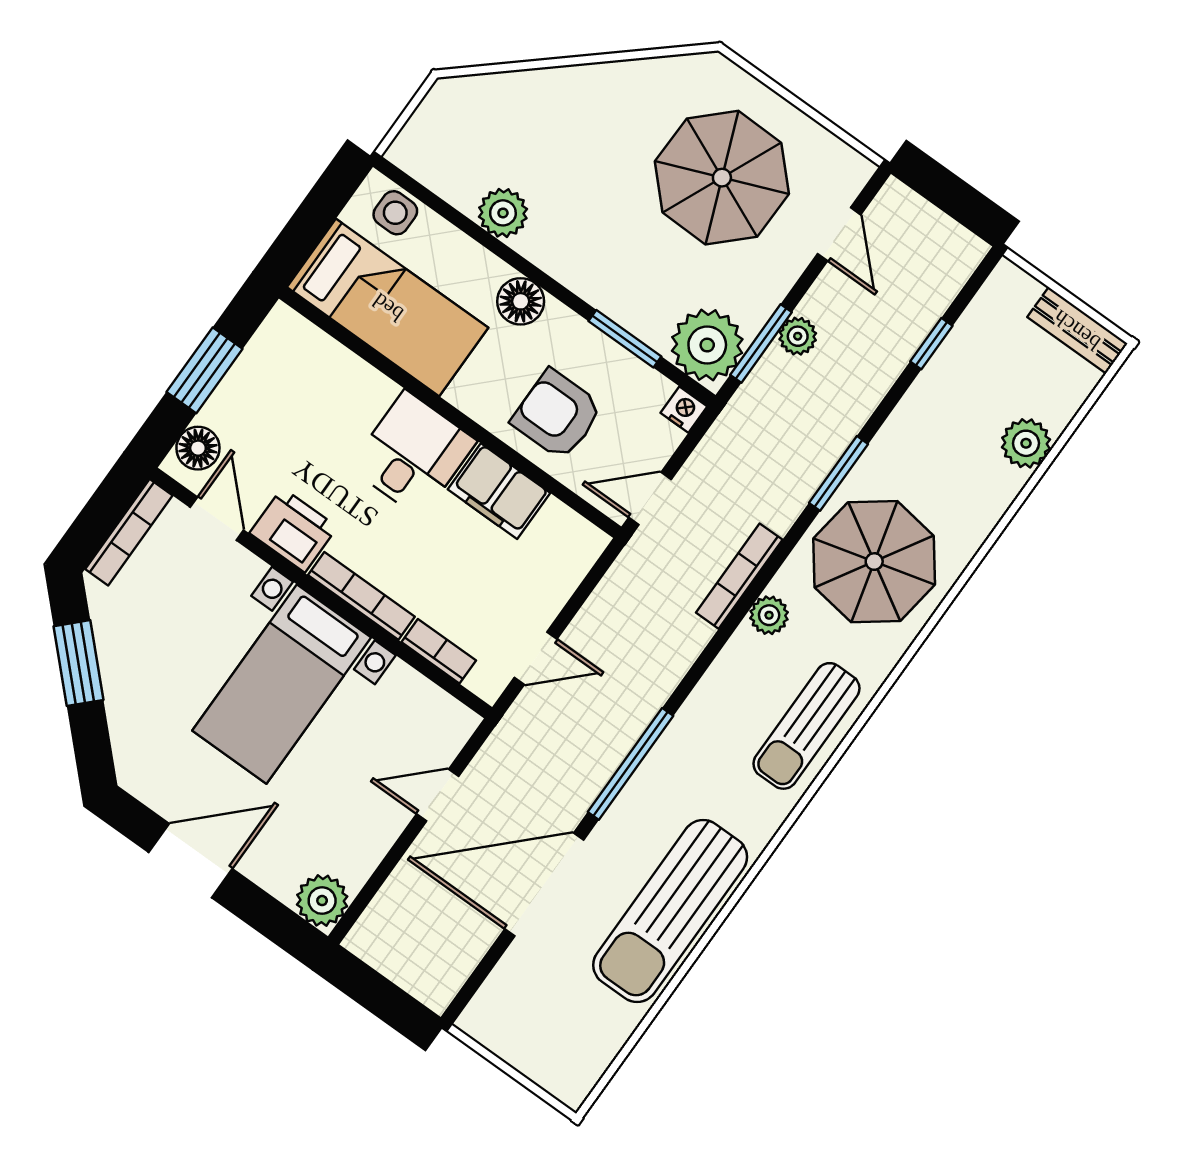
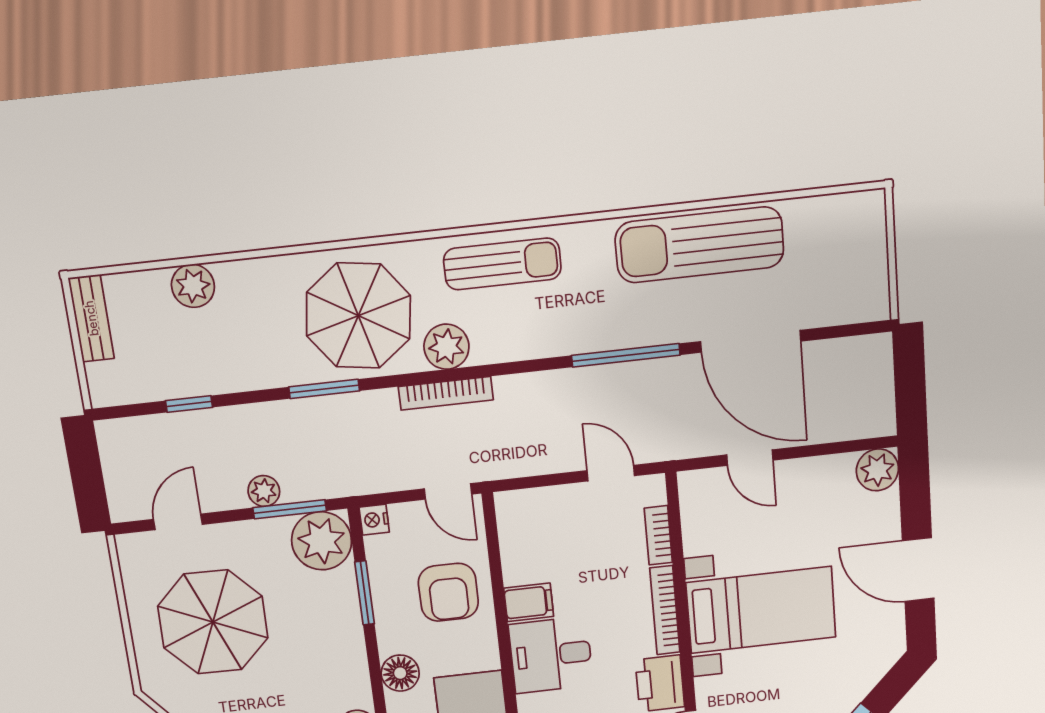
filing cabinet: (499, 491) -> (529, 602), width x0.50
plant: (769, 615) -> (446, 347), width x1.38, depth x1.38
sun lounger: (670, 911) -> (700, 245), turned 180

